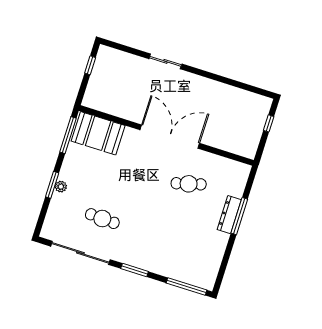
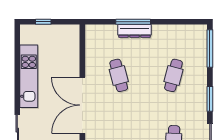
kitchen unit: (217, 91) -> (29, 76), added
cafe table: (171, 240) -> (173, 75), added

